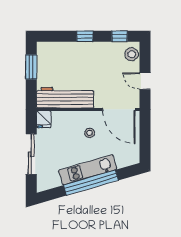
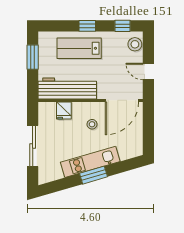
lab bench: (77, 58) -> (79, 48), added
door: (119, 109) -> (122, 100), hinge flipped
fridge: (44, 119) -> (64, 110), moved
window: (91, 183) -> (94, 175), width x0.47

